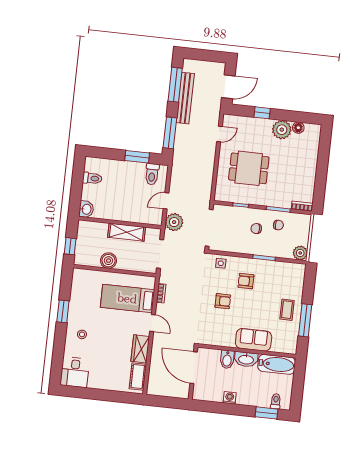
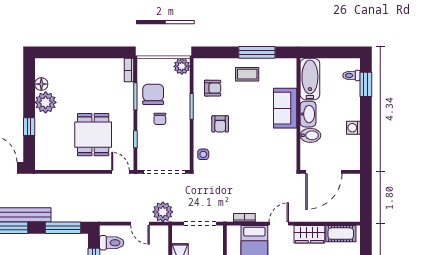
door: (220, 134) -> (121, 172), moved
chair: (278, 225) -> (153, 94), width x1.87, depth x1.87
armchair: (223, 301) -> (213, 88), moved, turned 90

